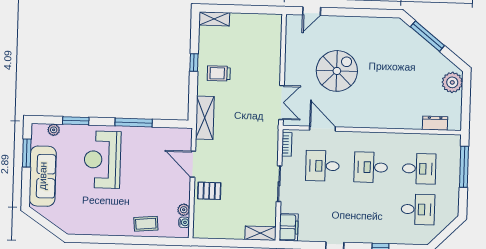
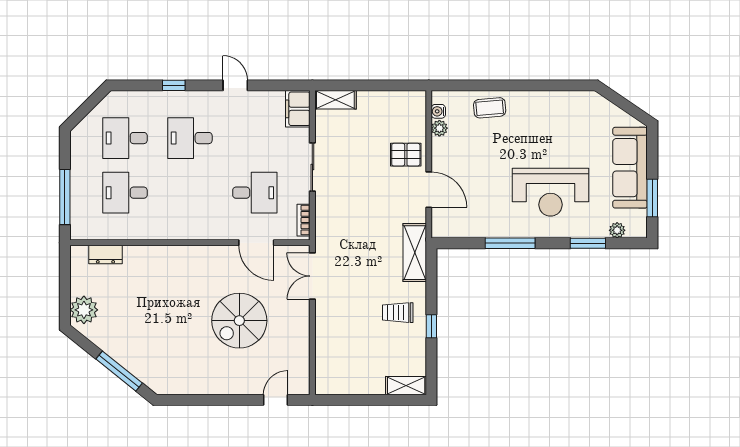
trolley: (219, 73) -> (398, 313), turned 180
reception desk: (102, 160) -> (550, 192), turned 90
desk: (371, 167) -> (190, 138), moved, turned 180

